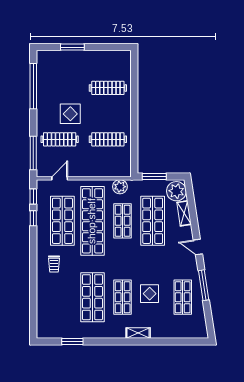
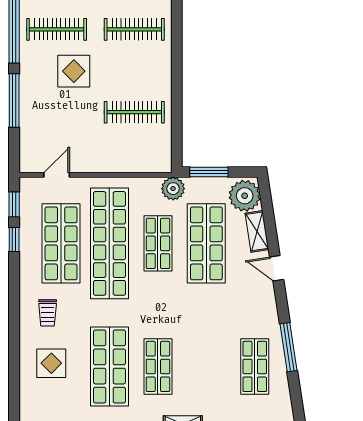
clothes rail: (60, 139) -> (57, 29), moved
window: (33, 153) -> (14, 101), moved
plant: (120, 187) -> (173, 189), moved
door: (198, 247) -> (277, 268), moved
display table: (150, 294) -> (51, 363), moved

